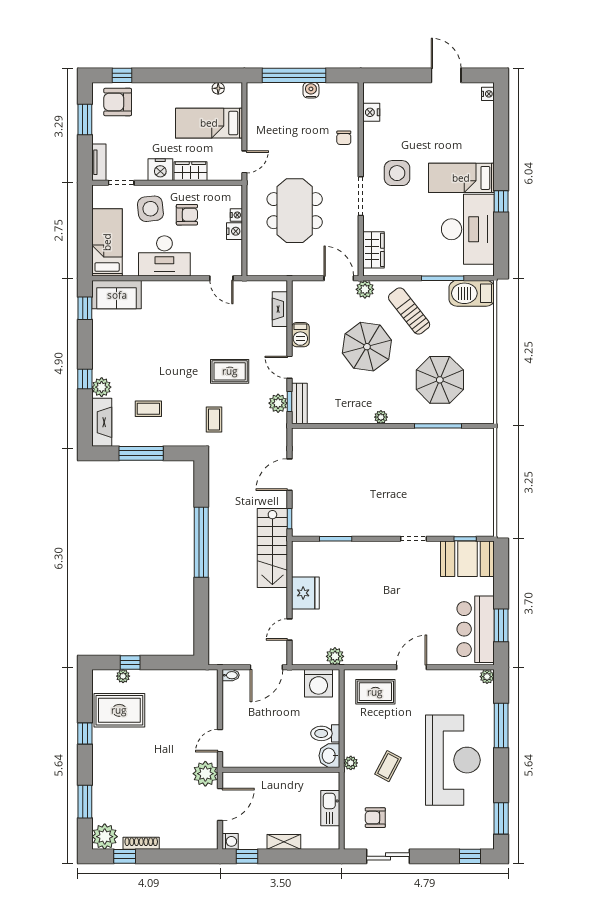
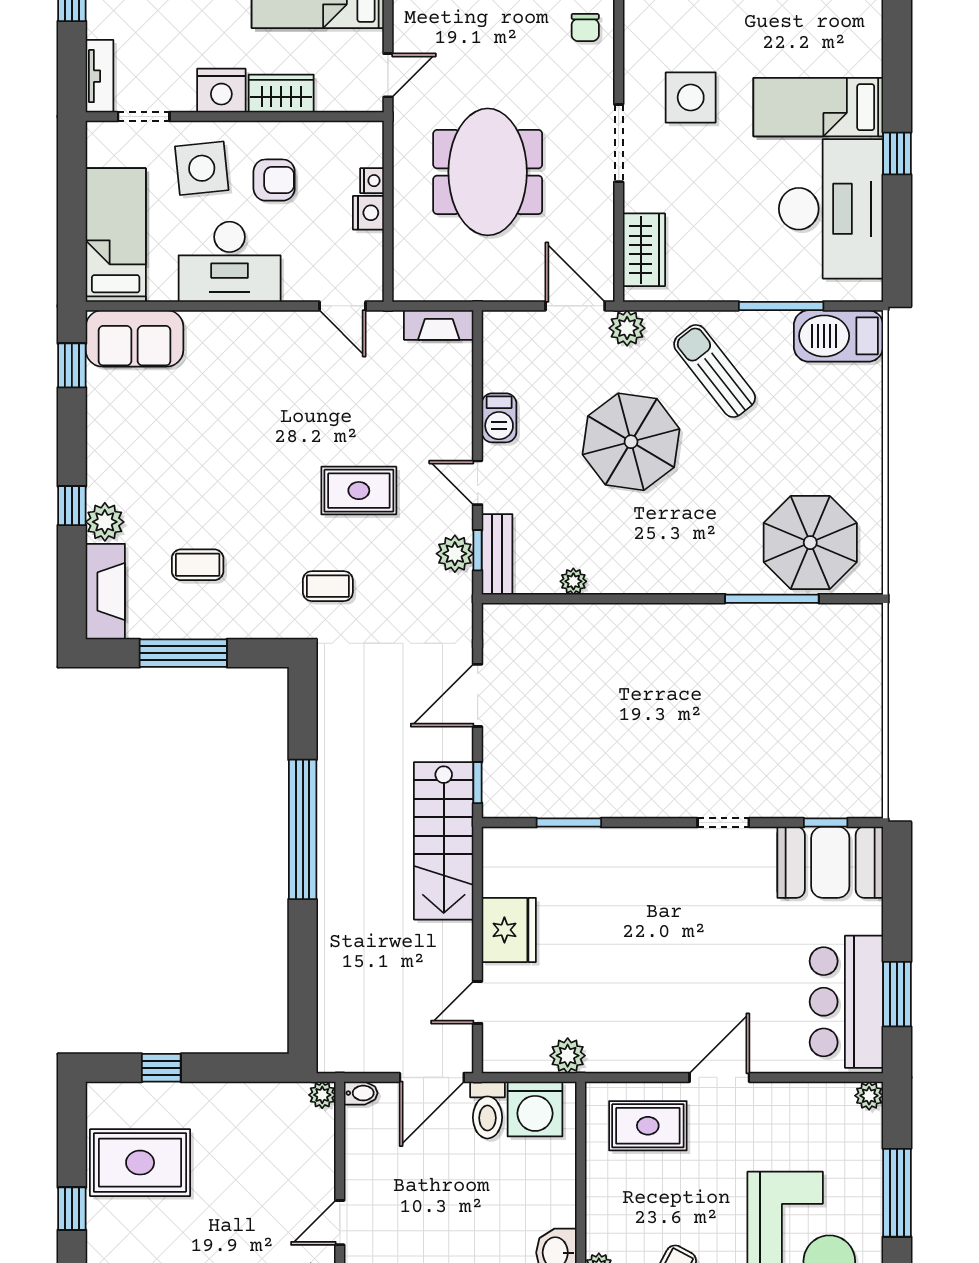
fireplace: (280, 309) -> (439, 325), moved, turned -90
parasol: (440, 380) -> (810, 543), moved
plant: (381, 417) -> (573, 581), moved
coffee table: (214, 420) -> (328, 586), turned 90
plant: (123, 676) -> (322, 1095), moved
toilet: (325, 733) -> (487, 1110), moved, turned -90

